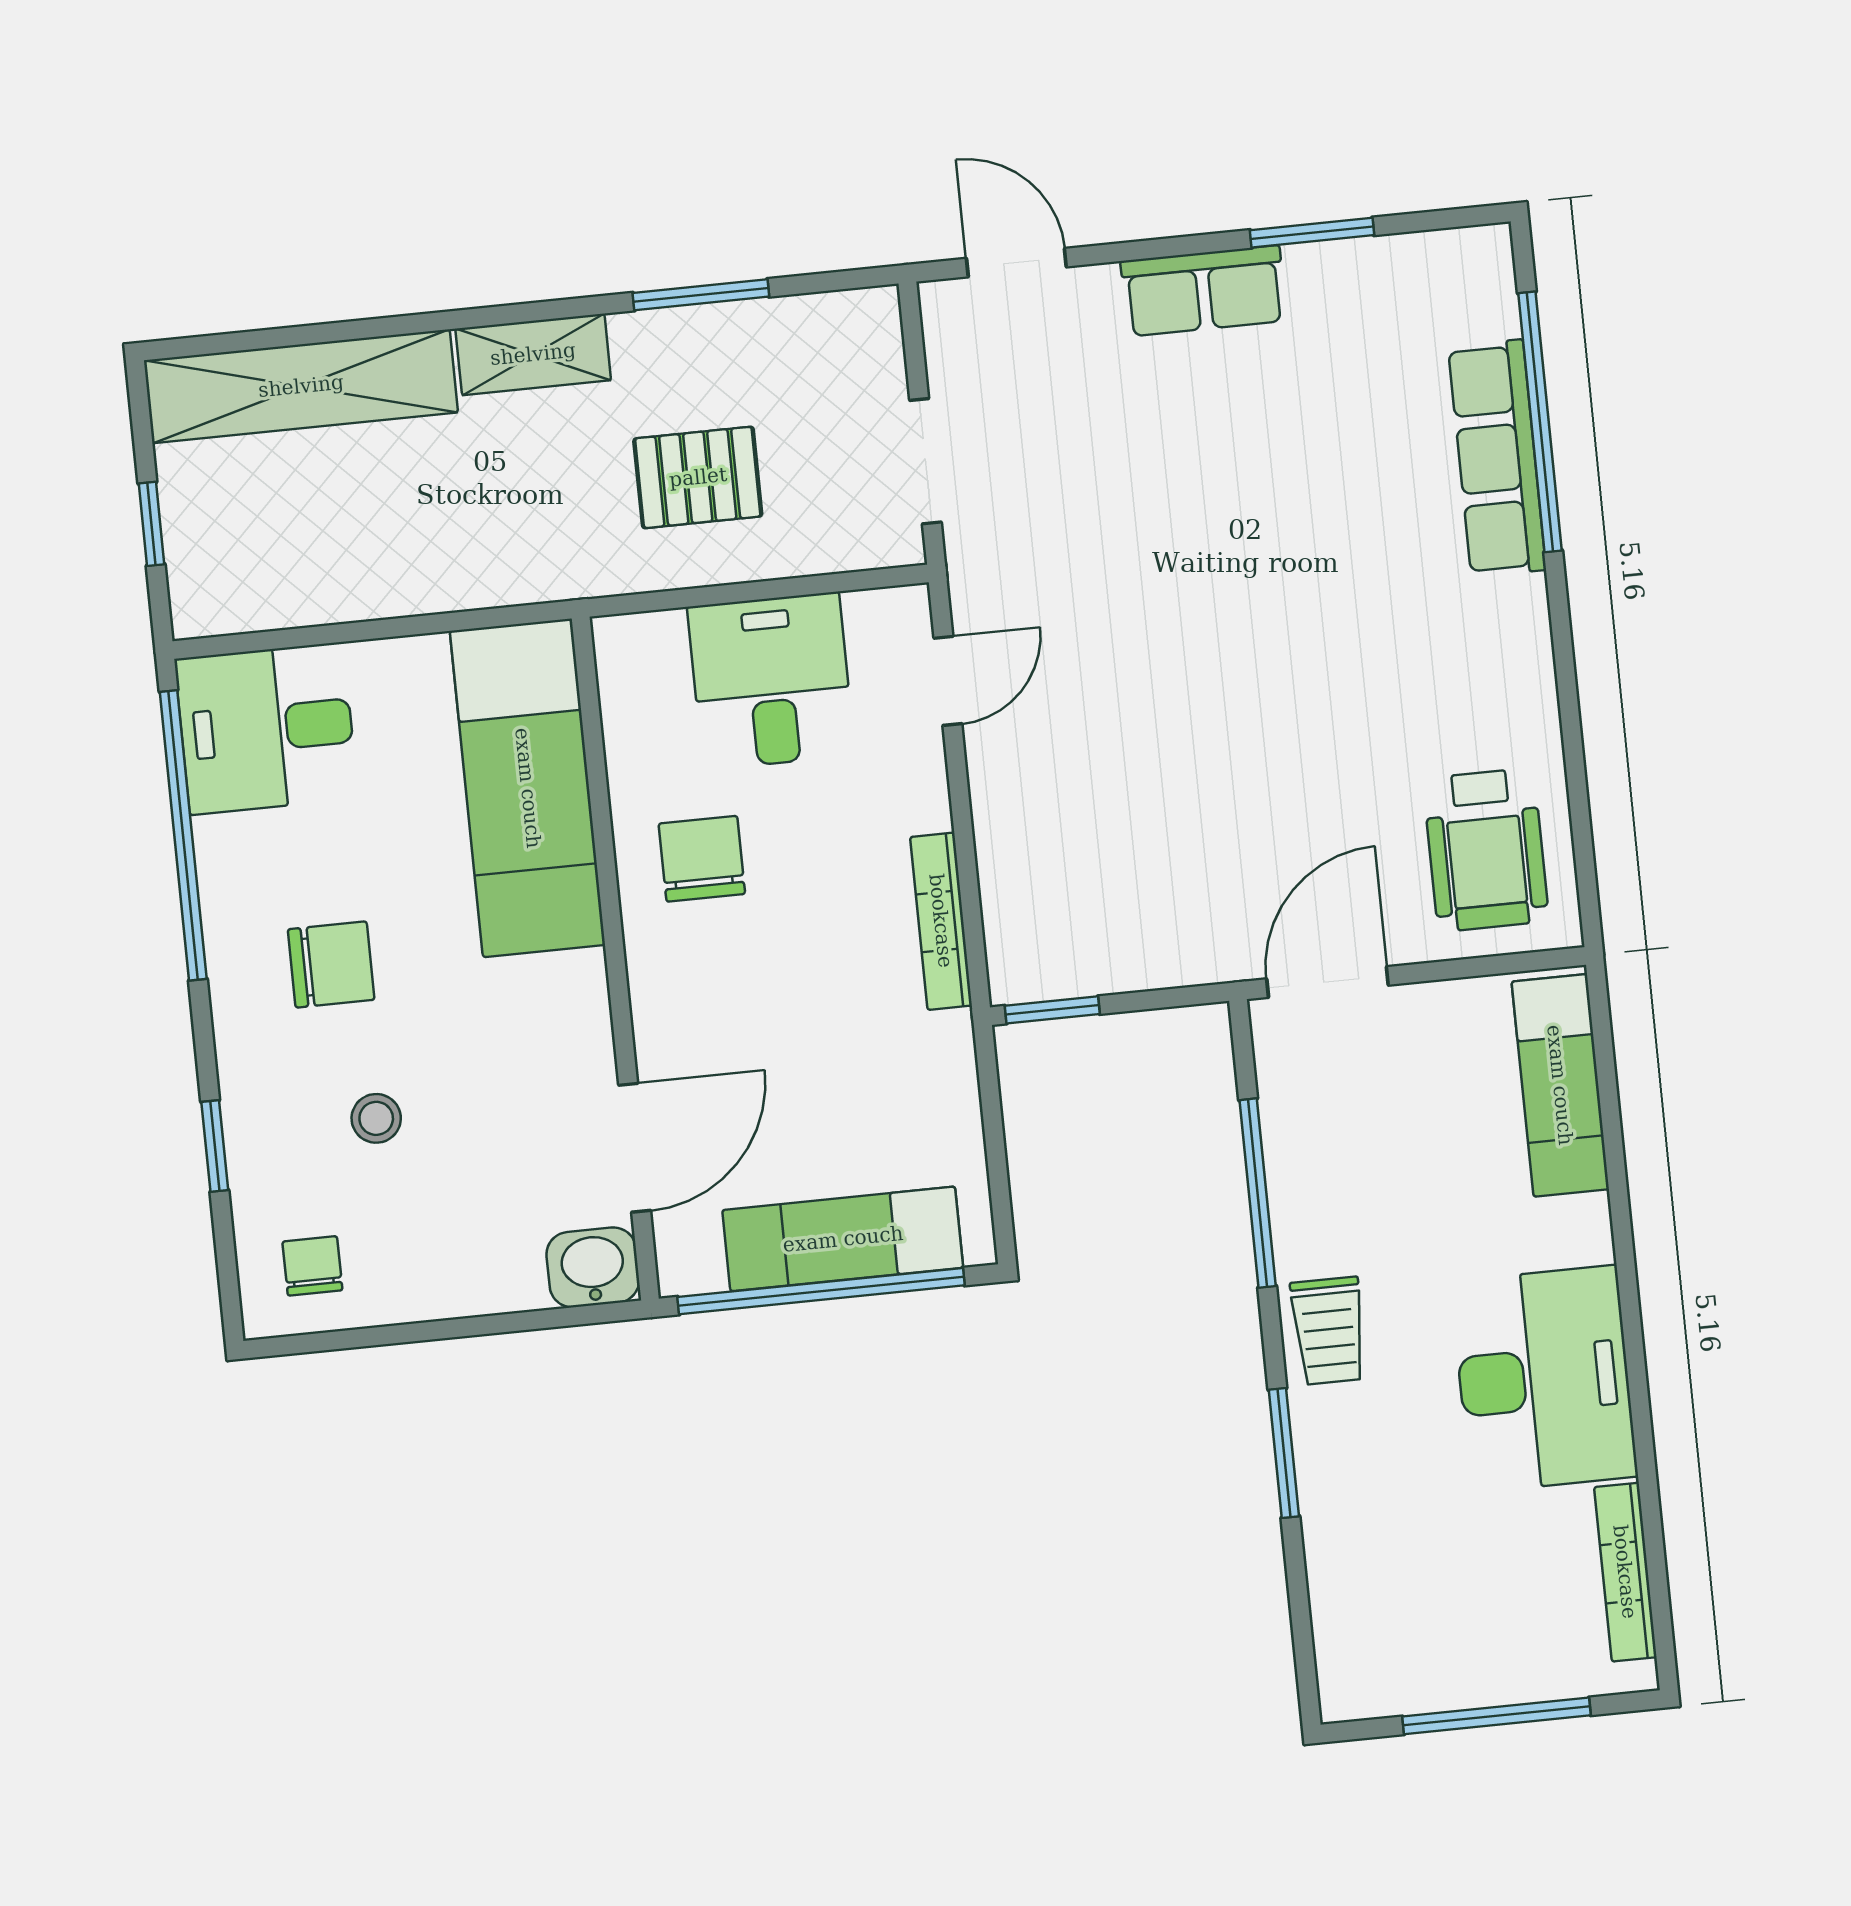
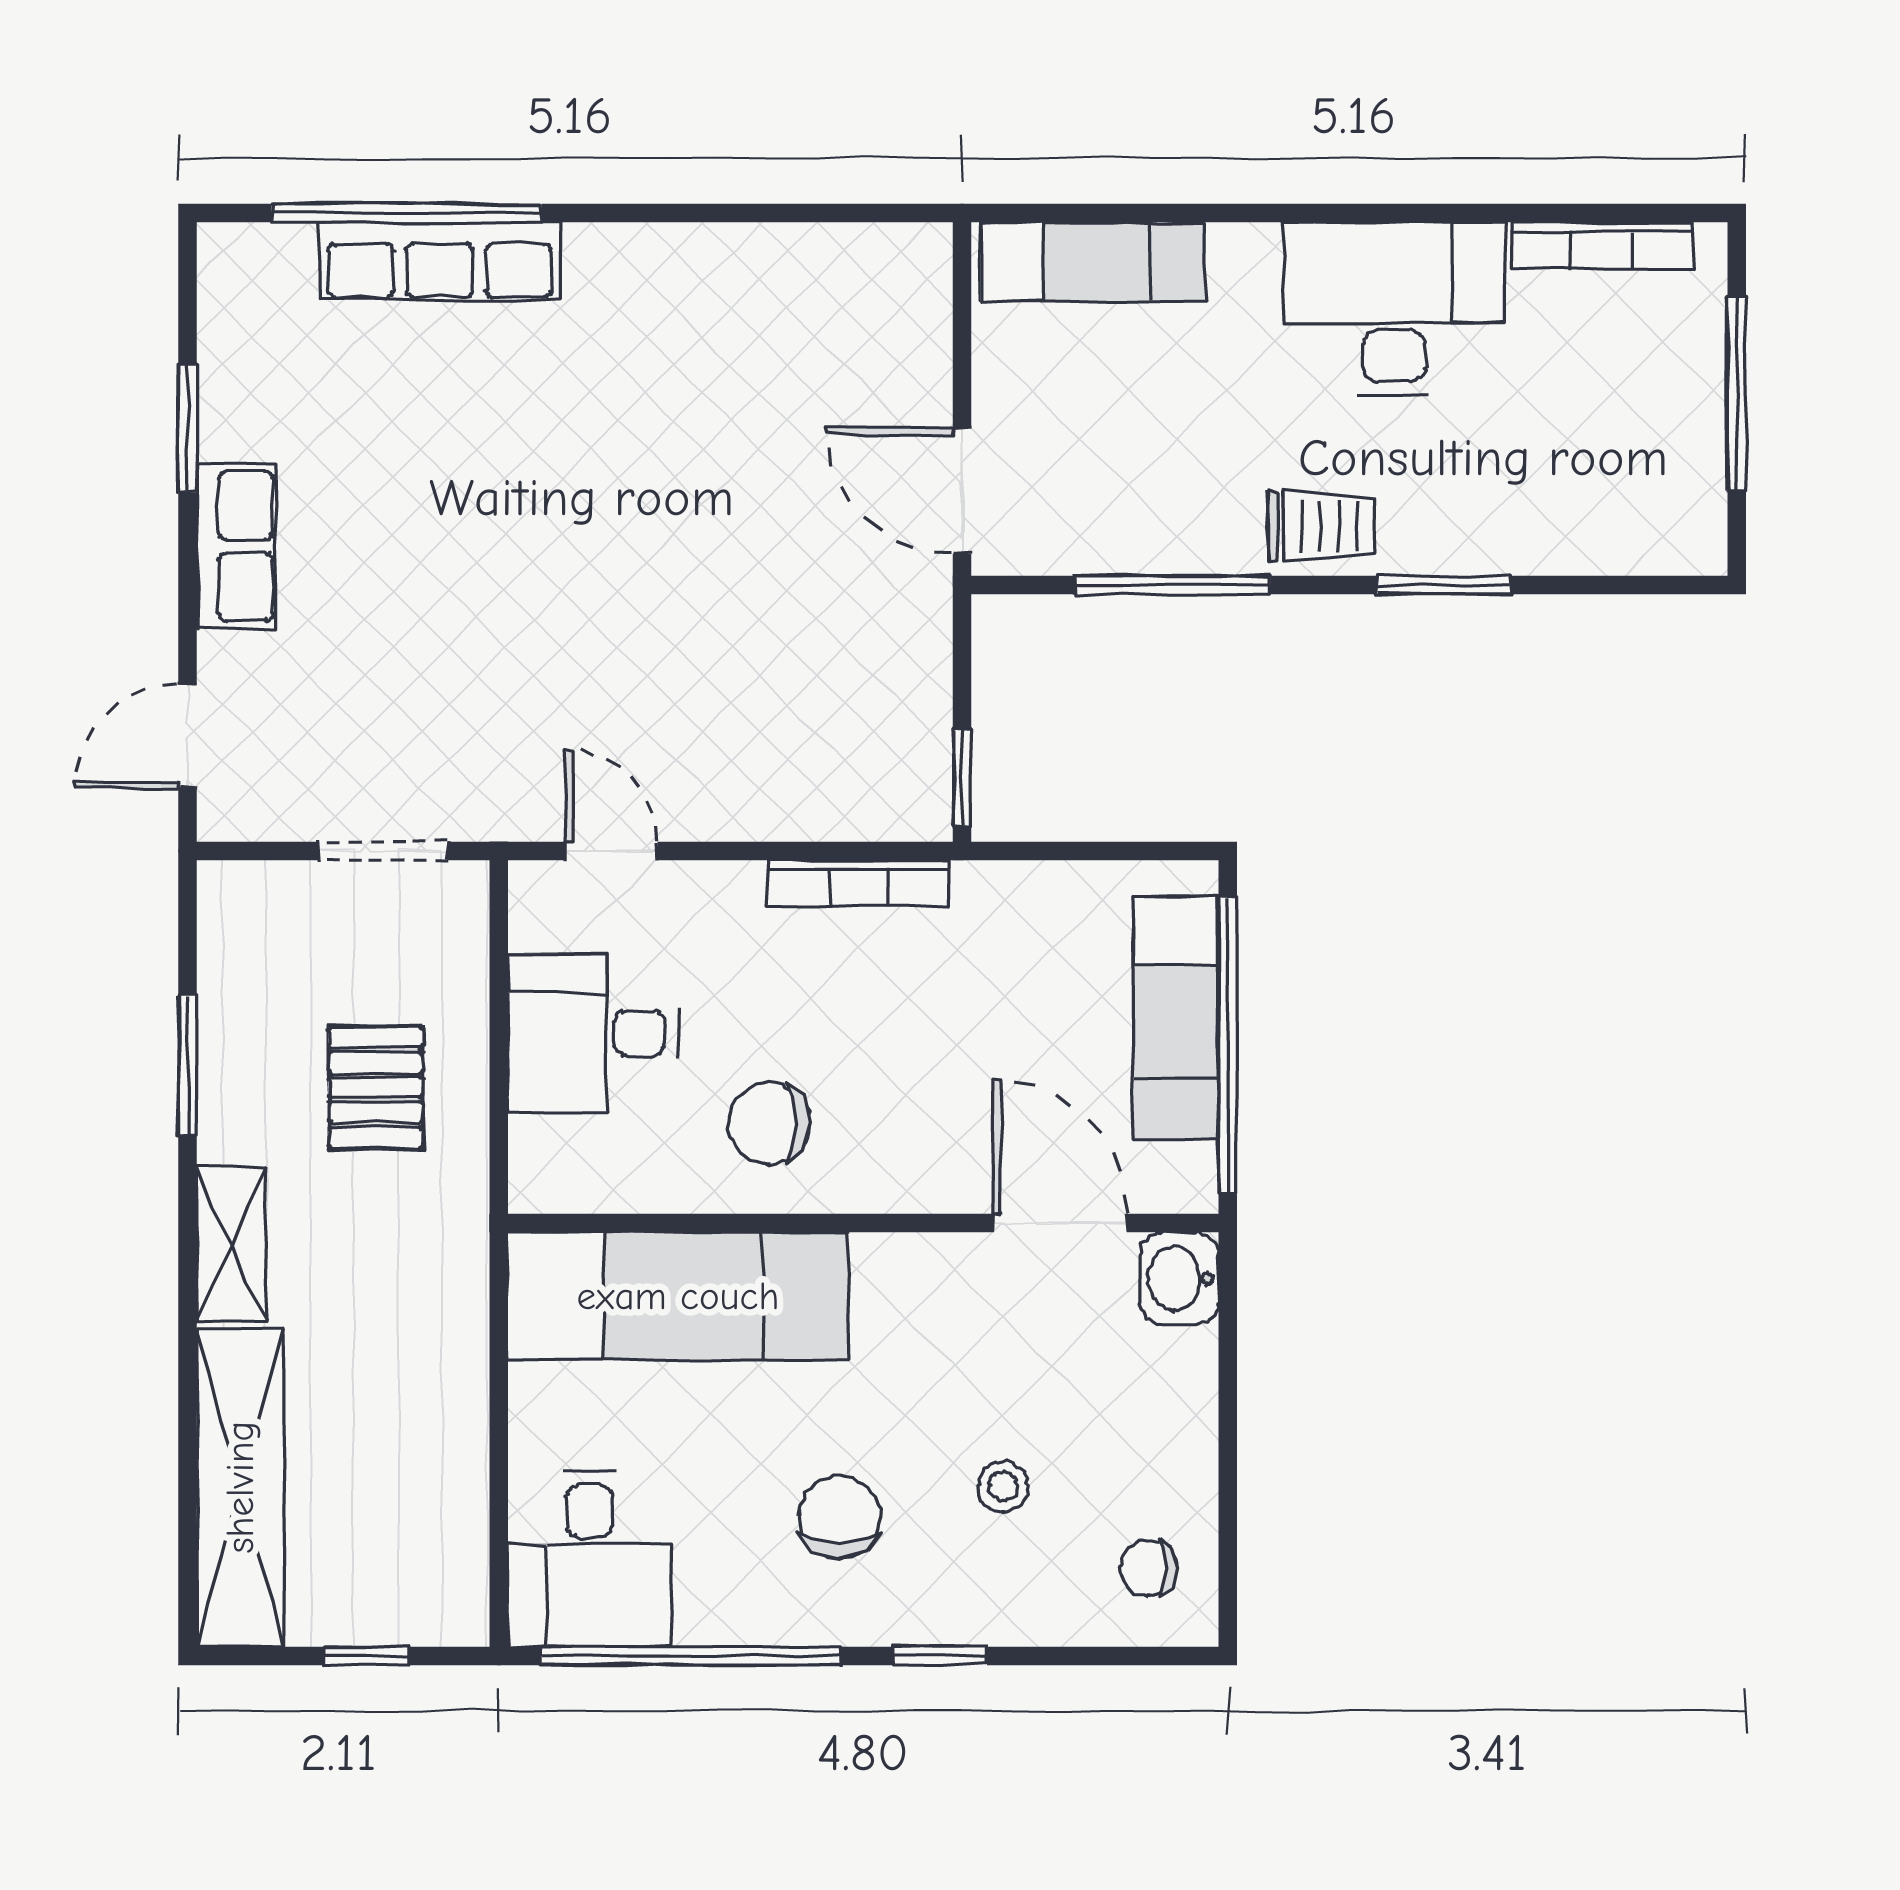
wheelchair: (1486, 850) -> (842, 314), removed
window: (215, 1146) -> (940, 1656), moved

